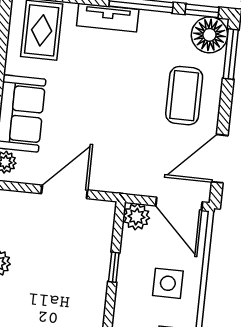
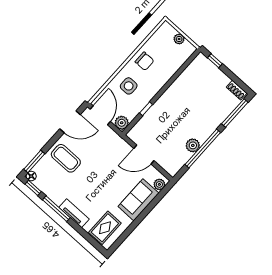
floor lamp: (209, 35) -> (31, 176), width x0.53, depth x0.53
coffee table: (184, 96) -> (66, 158), turned 90

